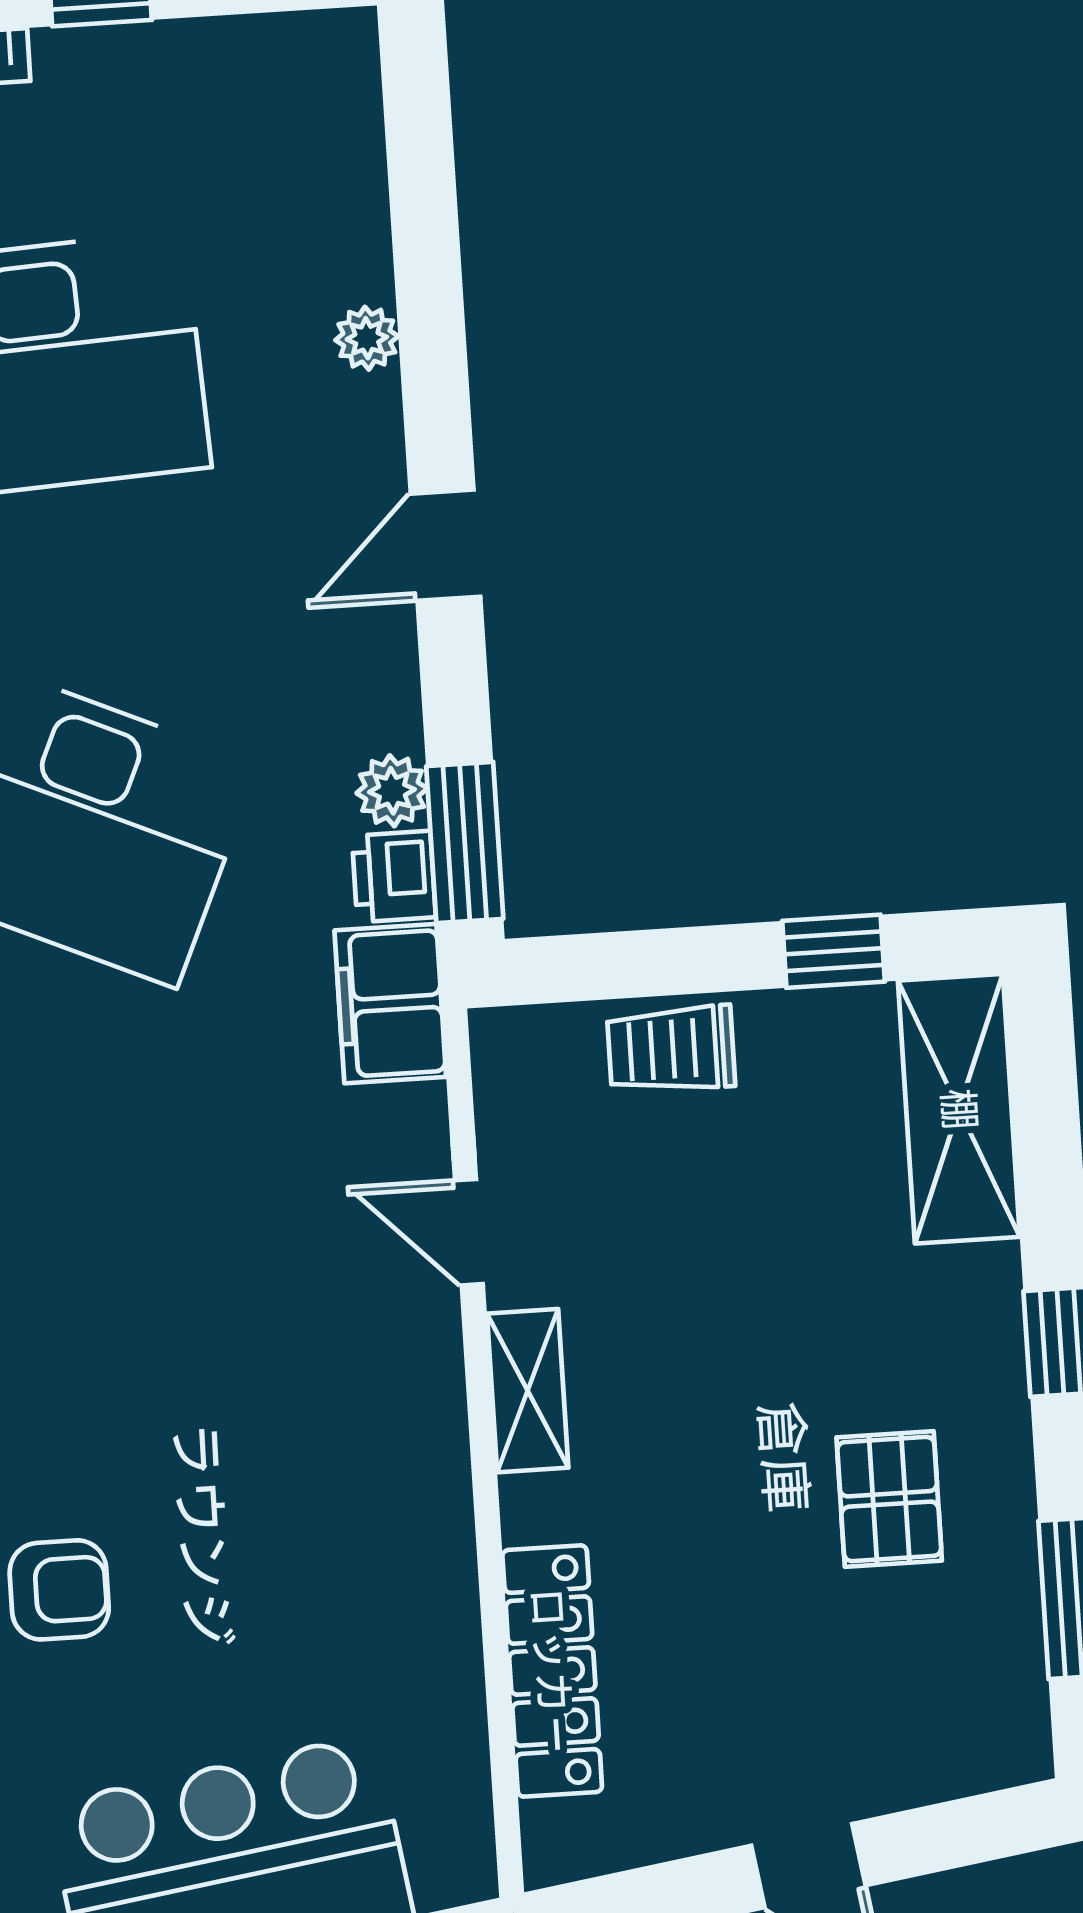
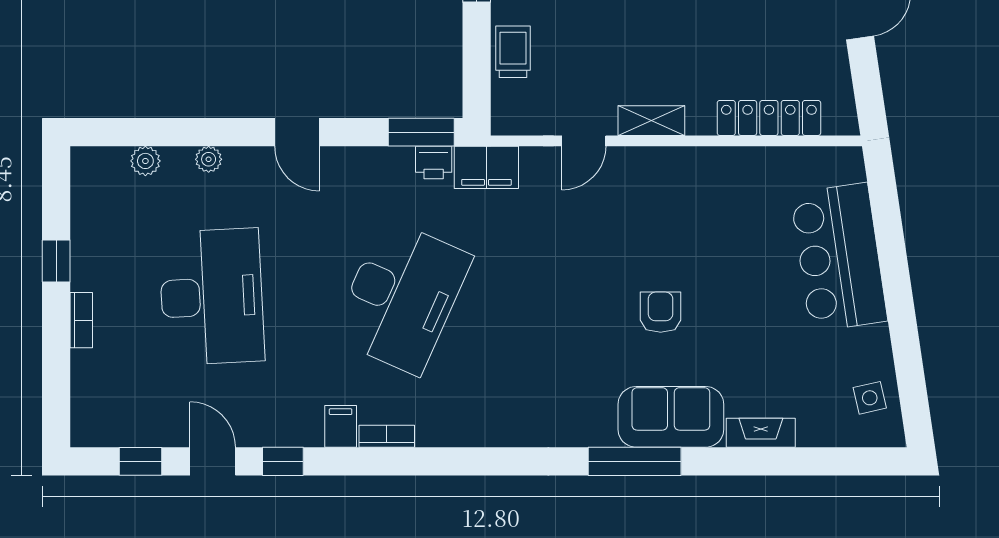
plant: (392, 791) -> (145, 161), moved
trolley: (671, 1049) -> (513, 52), turned 180
armchair: (59, 1590) -> (661, 312), moved

